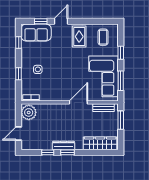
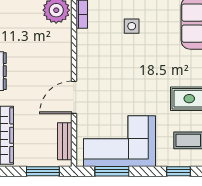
window: (121, 53) -> (179, 171), moved
door: (78, 102) -> (74, 97), swing flipped

